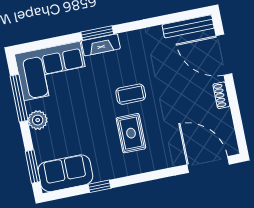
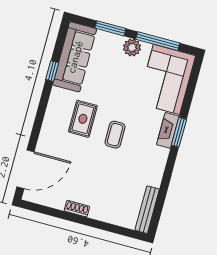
door: (224, 55) -> (109, 227), removed
rug: (131, 133) -> (83, 119), turned 90
window: (33, 167) -> (110, 28), moved
sofa: (65, 173) -> (75, 57), width x1.36

